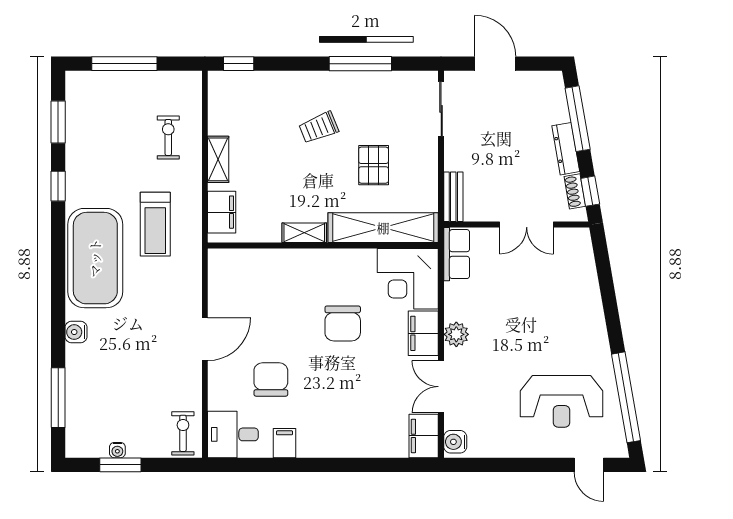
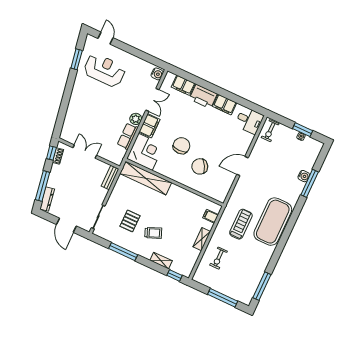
window: (58, 122) -> (262, 286), width x1.44
dresser: (566, 149) -> (47, 199), moved
pallet: (374, 165) -> (130, 221), moved
window: (58, 186) -> (274, 259), removed
filing cabinet: (222, 212) -> (211, 216), width x0.50
shelving: (304, 233) -> (161, 261), moved
row of seats: (457, 254) -> (128, 136), moved
water cooler: (76, 332) -> (304, 176), moved
chair: (271, 379) -> (200, 166), moved, turned 61
window: (626, 397) -> (77, 59), width x0.47
window: (58, 398) -> (310, 183), moved
filing cabinet: (424, 436) -> (183, 85), moved, turned 90
printer: (345, 440) -> (203, 96), added
filing cabinet: (285, 443) -> (225, 105), width x2.00

